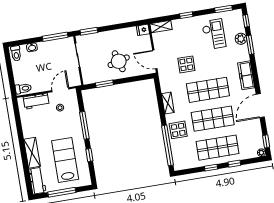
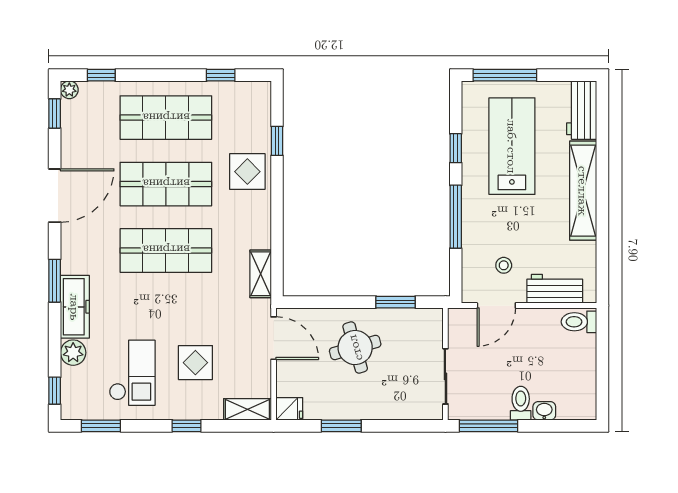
window: (89, 31) -> (341, 426), moved
checkout: (214, 34) -> (132, 373), turned 180
window: (250, 45) -> (55, 281), moved
toilet: (16, 53) -> (521, 403), moved
display table: (186, 64) -> (195, 363), moved
freezer: (246, 75) -> (75, 307), moved
shelving: (168, 103) -> (261, 274), moved
window: (168, 145) -> (277, 141), width x0.32
shelving: (32, 153) -> (583, 191), width x1.47
lab bench: (65, 160) -> (512, 146), turned 180
window: (234, 164) -> (101, 75), moved
window: (211, 168) -> (221, 75), moved
window: (62, 192) -> (505, 75), moved

